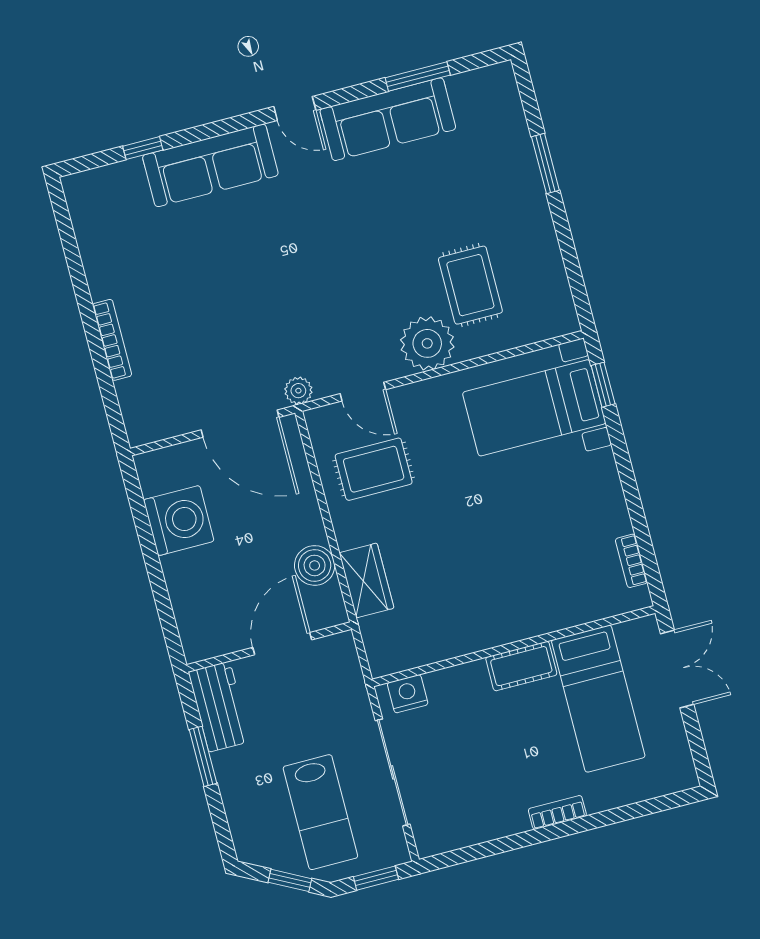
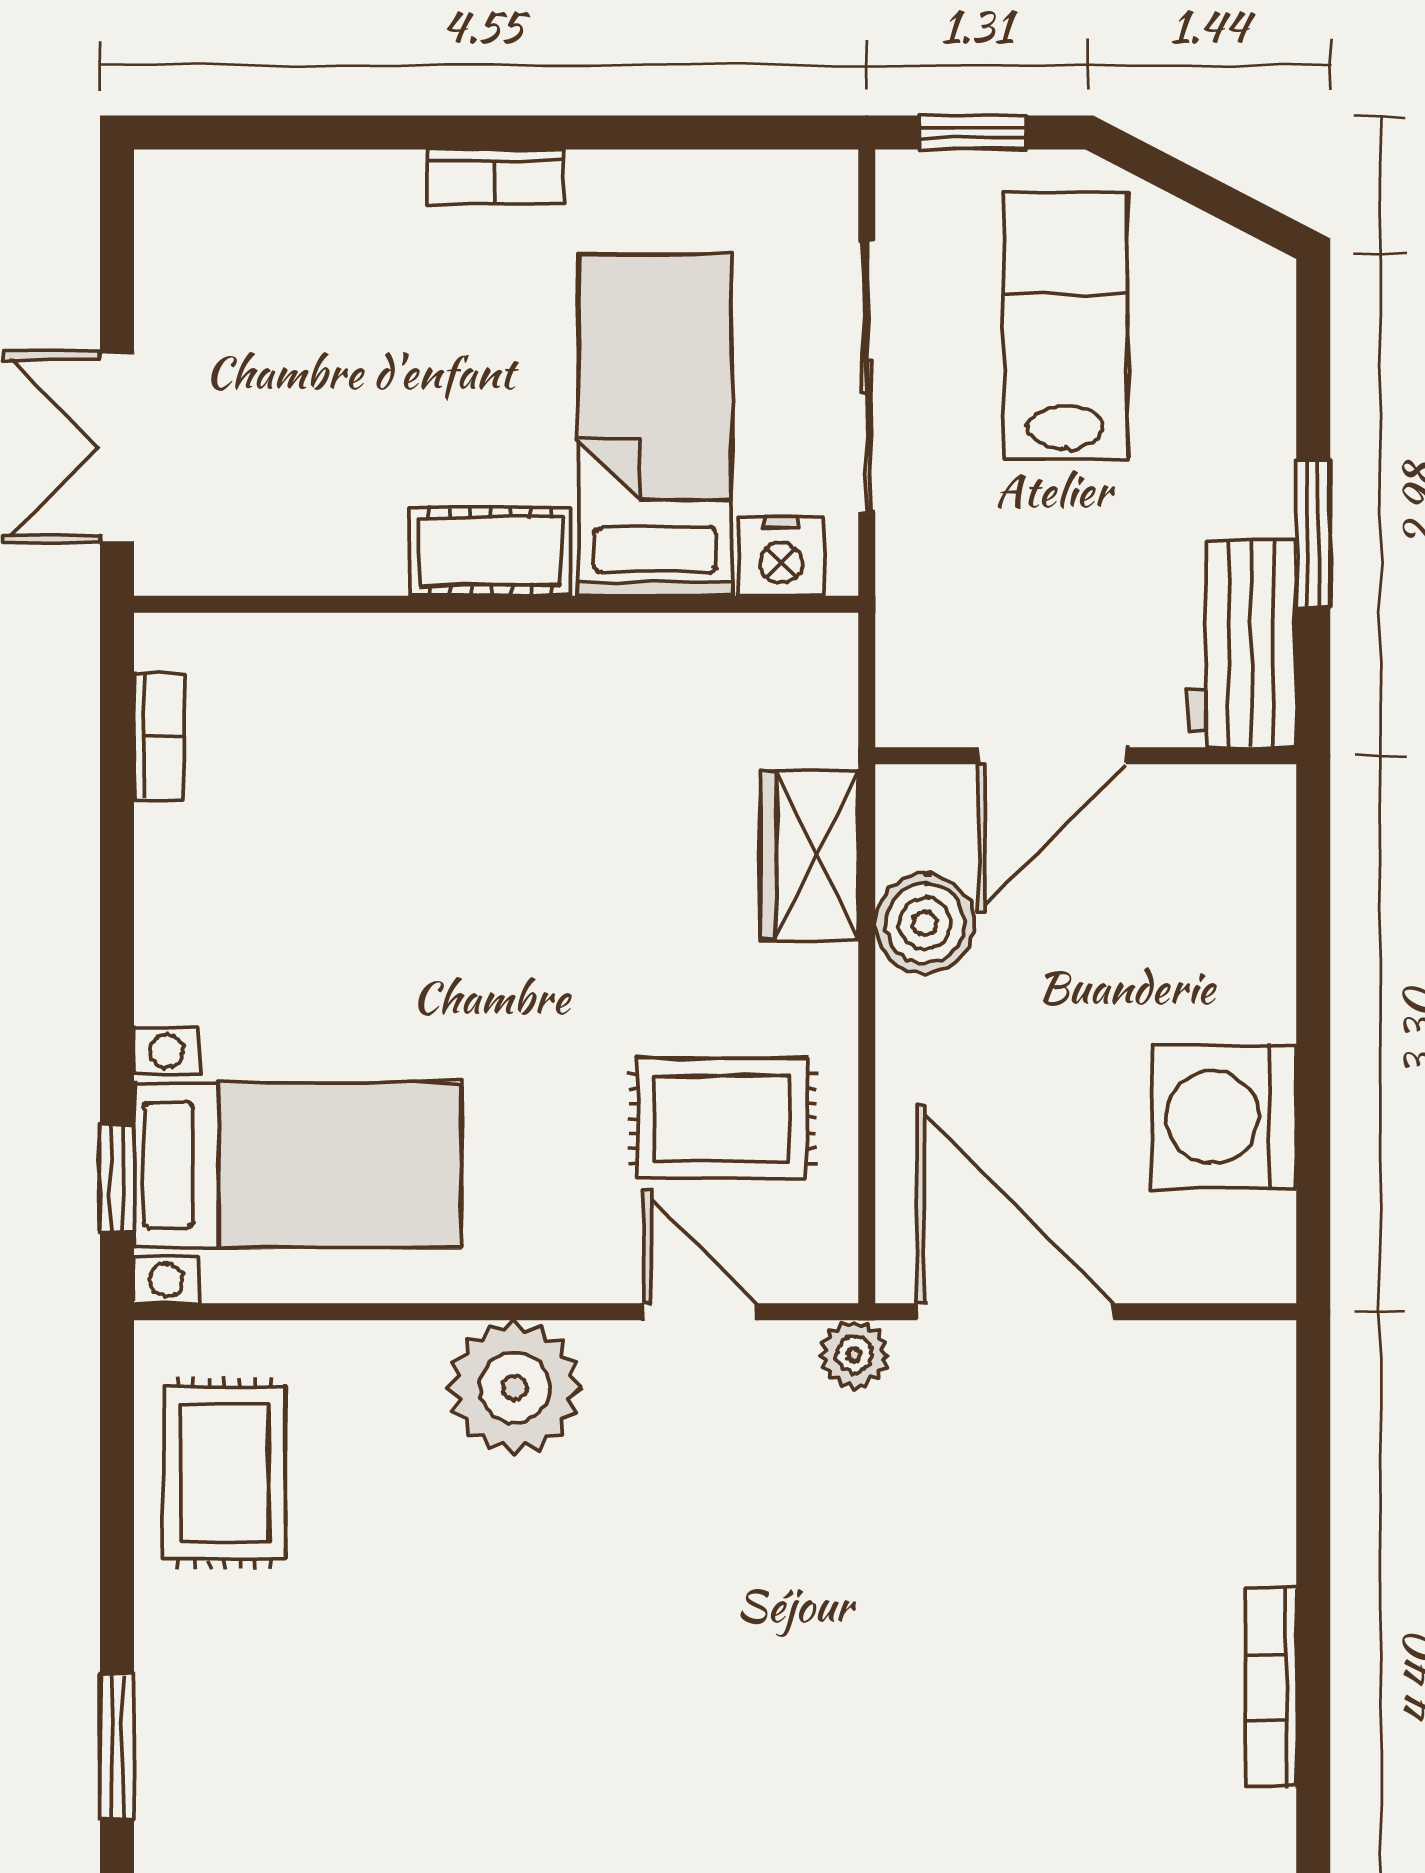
rug: (470, 285) -> (224, 1473), moved
bookcase: (112, 340) -> (1271, 1687), moved
bed: (598, 699) -> (655, 425), moved
window: (290, 880) -> (1182, 181), removed

